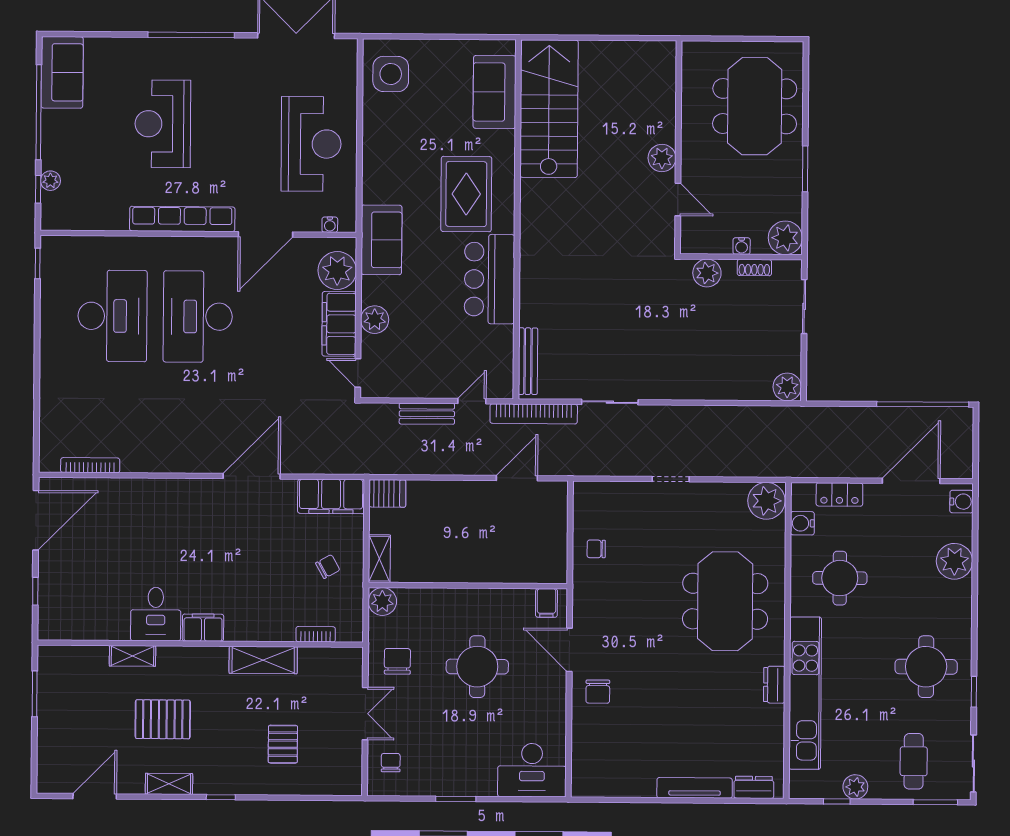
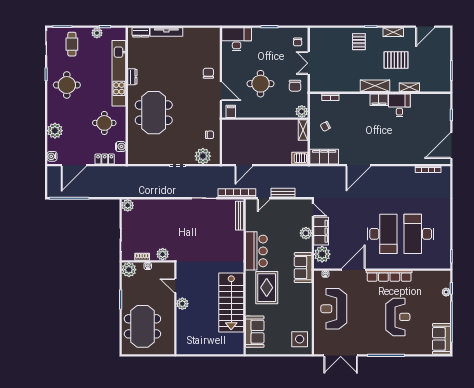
stairs: (549, 109) -> (231, 302), moved
plant: (766, 501) -> (203, 156), moved
shelving: (263, 660) -> (375, 86), moved
pallet: (283, 744) -> (359, 42), moved

